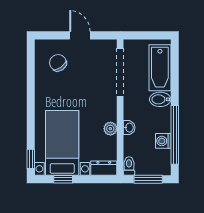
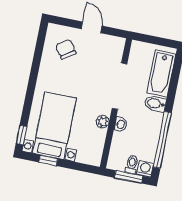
doorway: (120, 72) -> (119, 86), moved
washing machine: (163, 141) -> (145, 169), moved, turned 90
toilet: (129, 166) -> (132, 164), moved
dresser: (104, 168) -> (89, 158), removed

